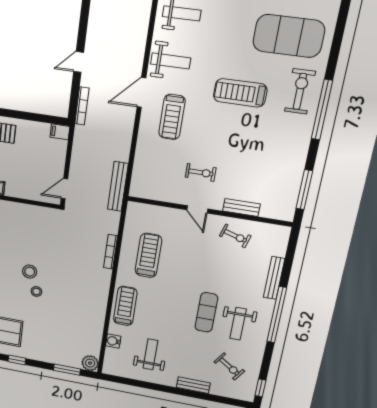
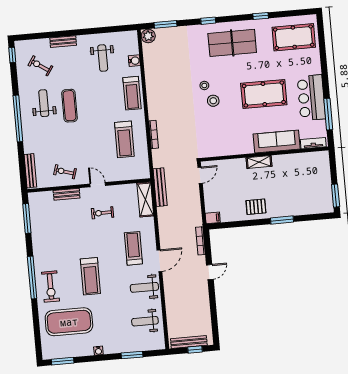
treadmill: (240, 93) -> (90, 276), turned 90
shelving: (140, 176) -> (145, 199), added
bench: (274, 278) -> (30, 171), moved

